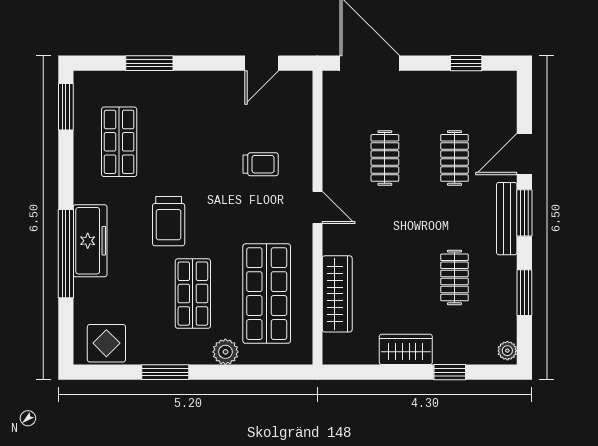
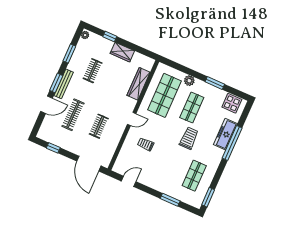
clothes rail: (454, 158) -> (73, 115), width x1.36
door: (317, 207) -> (132, 119), swing flipped
freezer: (90, 241) -> (225, 134), moved

